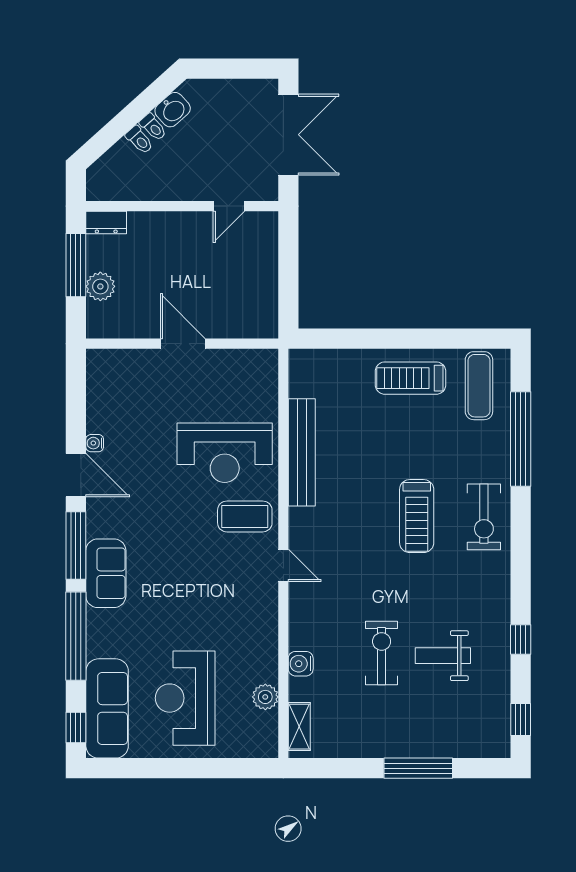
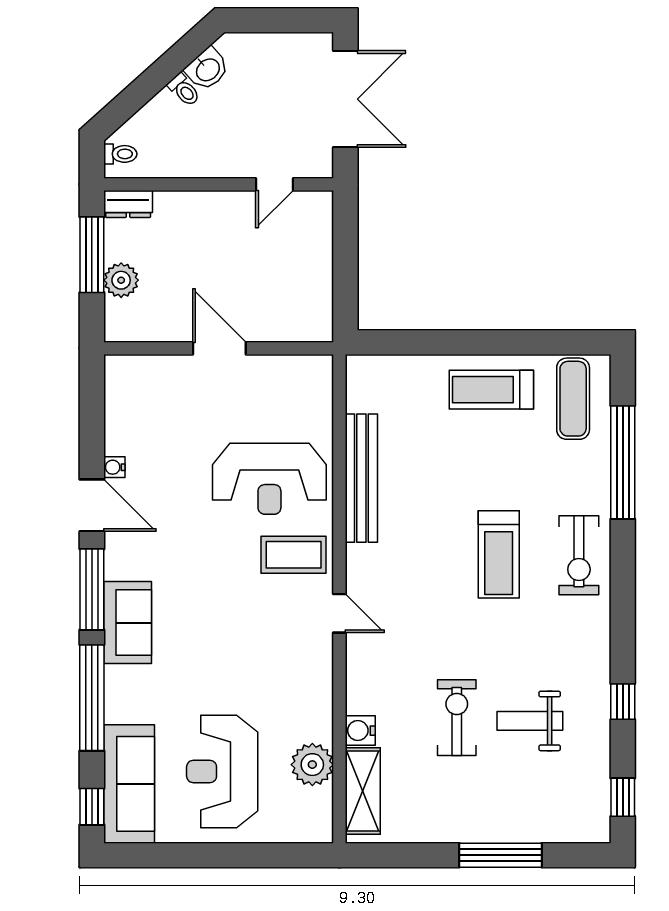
toilet: (139, 140) -> (120, 154), moved, turned -48
plant: (265, 697) -> (312, 765), width x1.36, depth x1.36
shelving: (299, 727) -> (363, 791), width x1.50, depth x1.33

